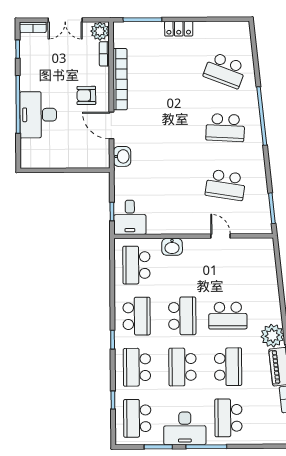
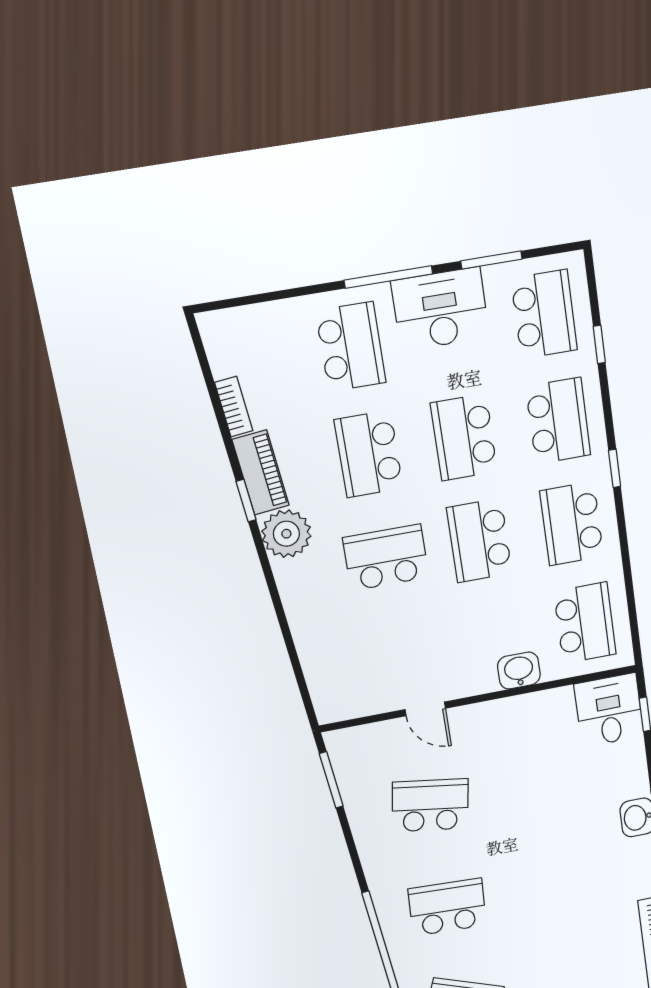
school desk: (183, 367) -> (464, 437), turned 180

